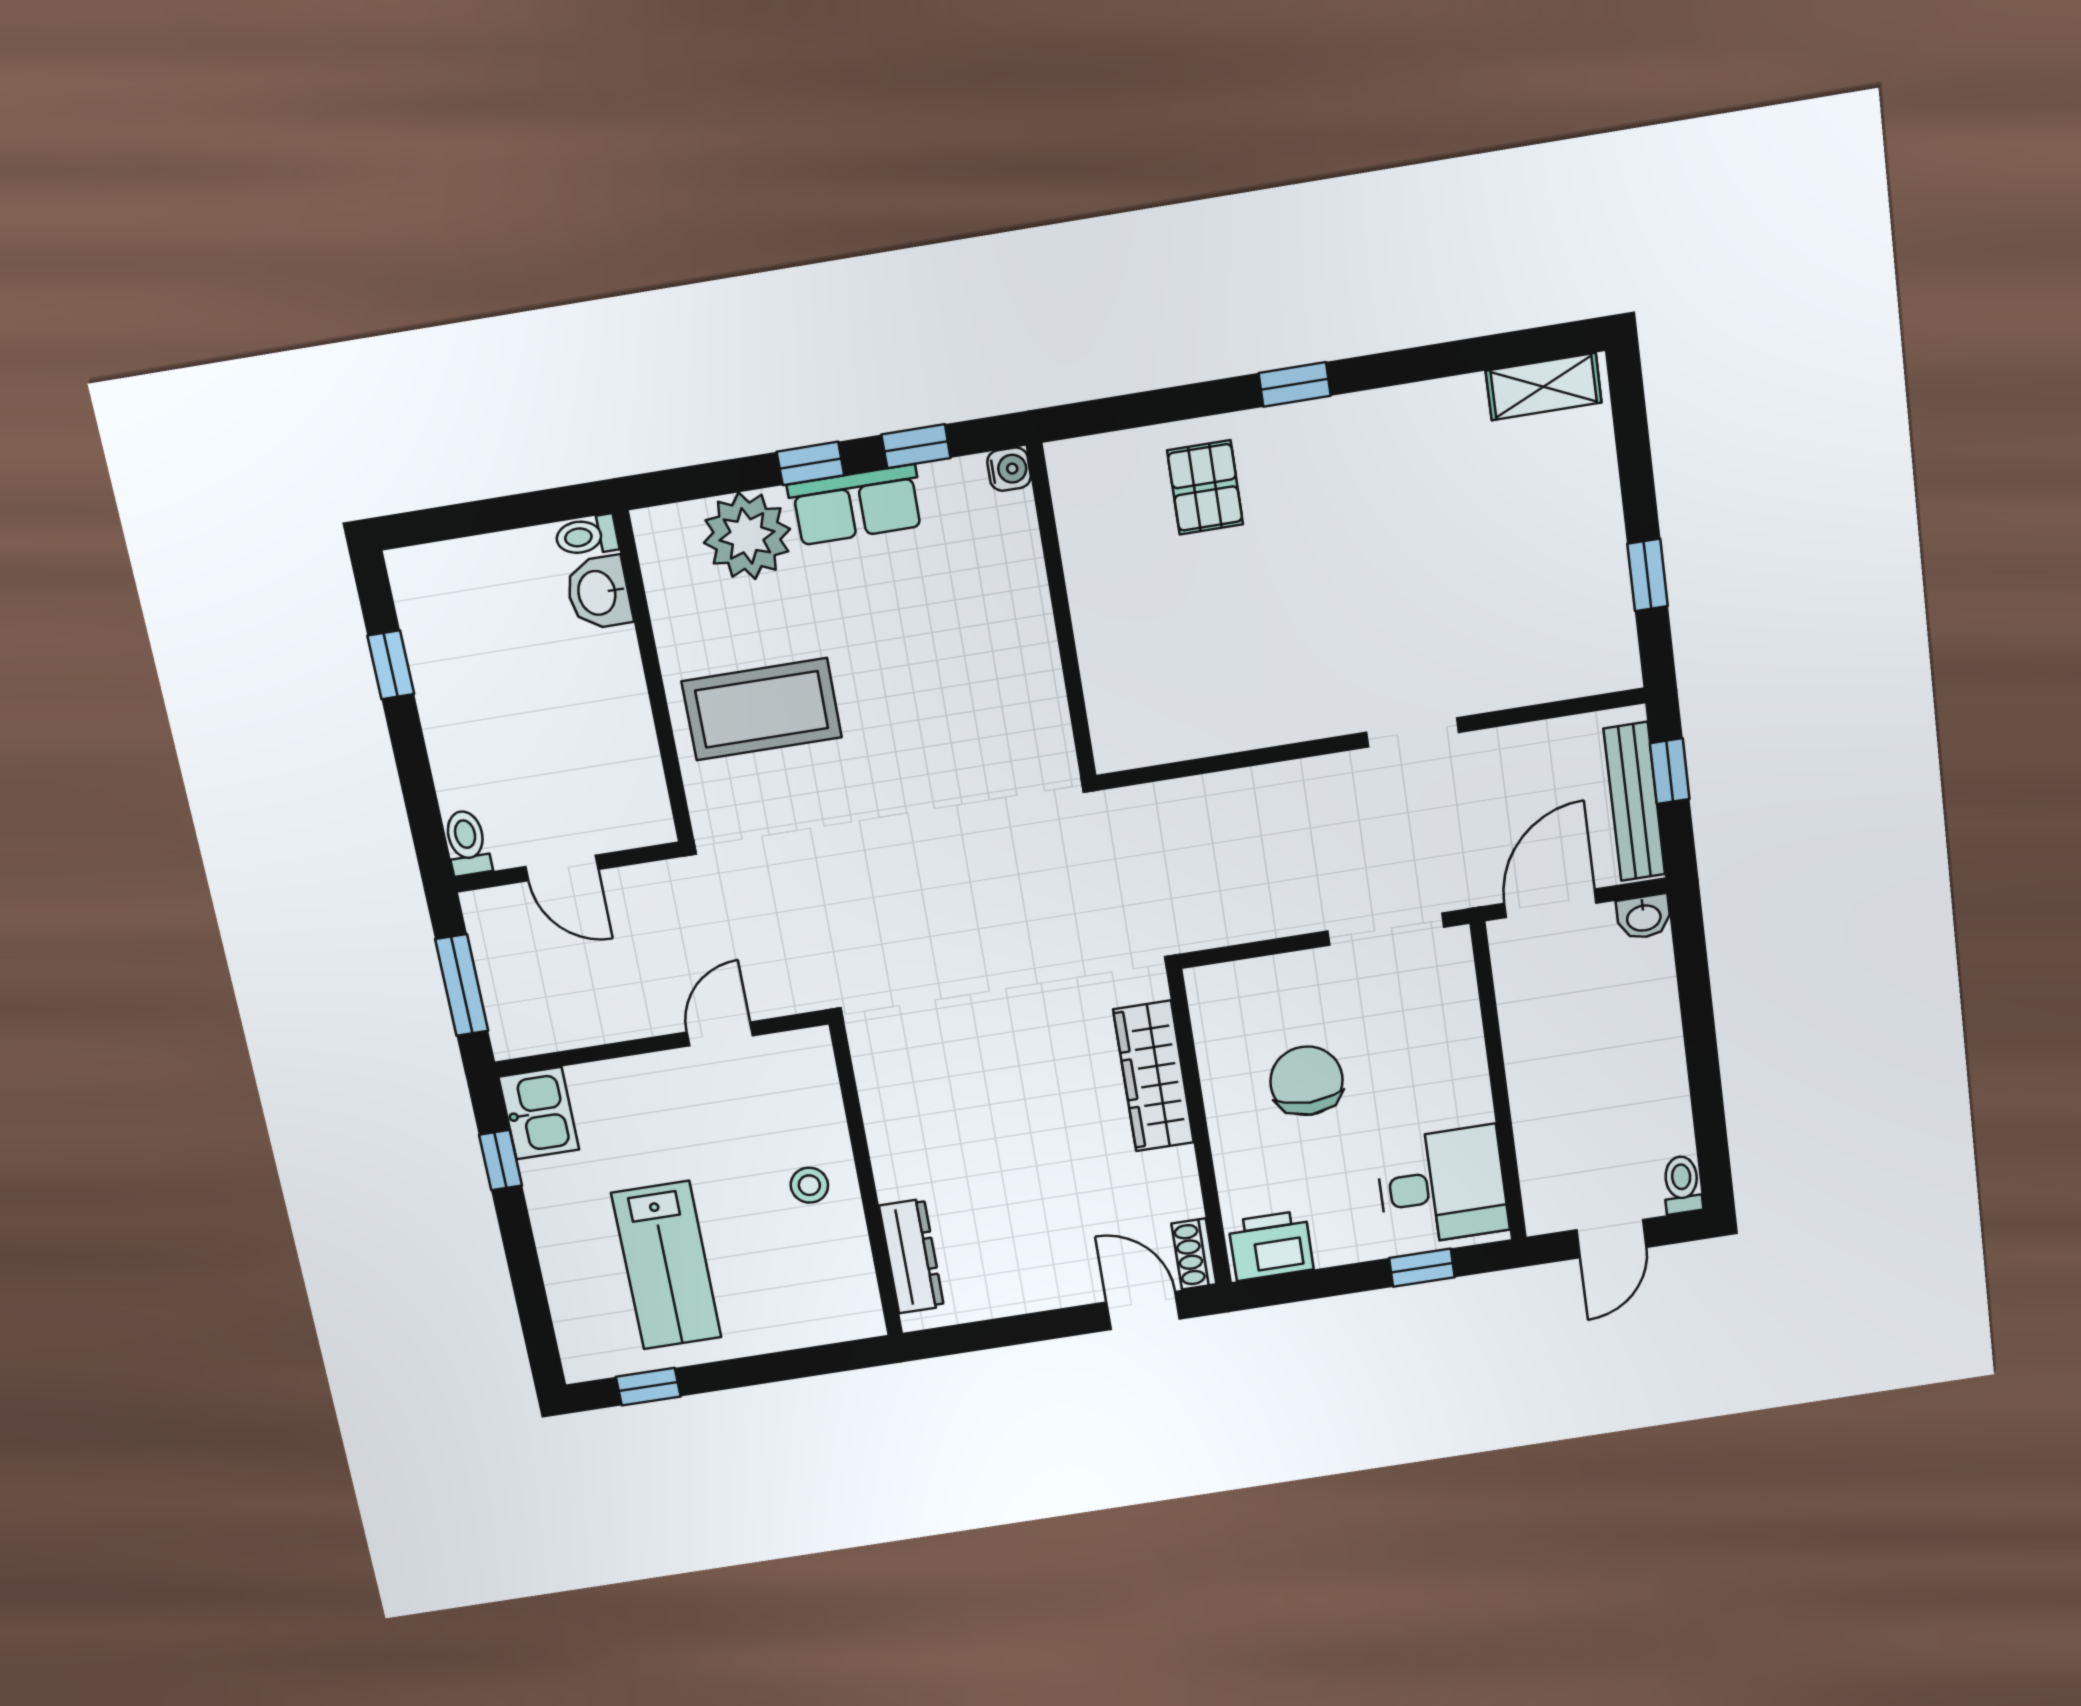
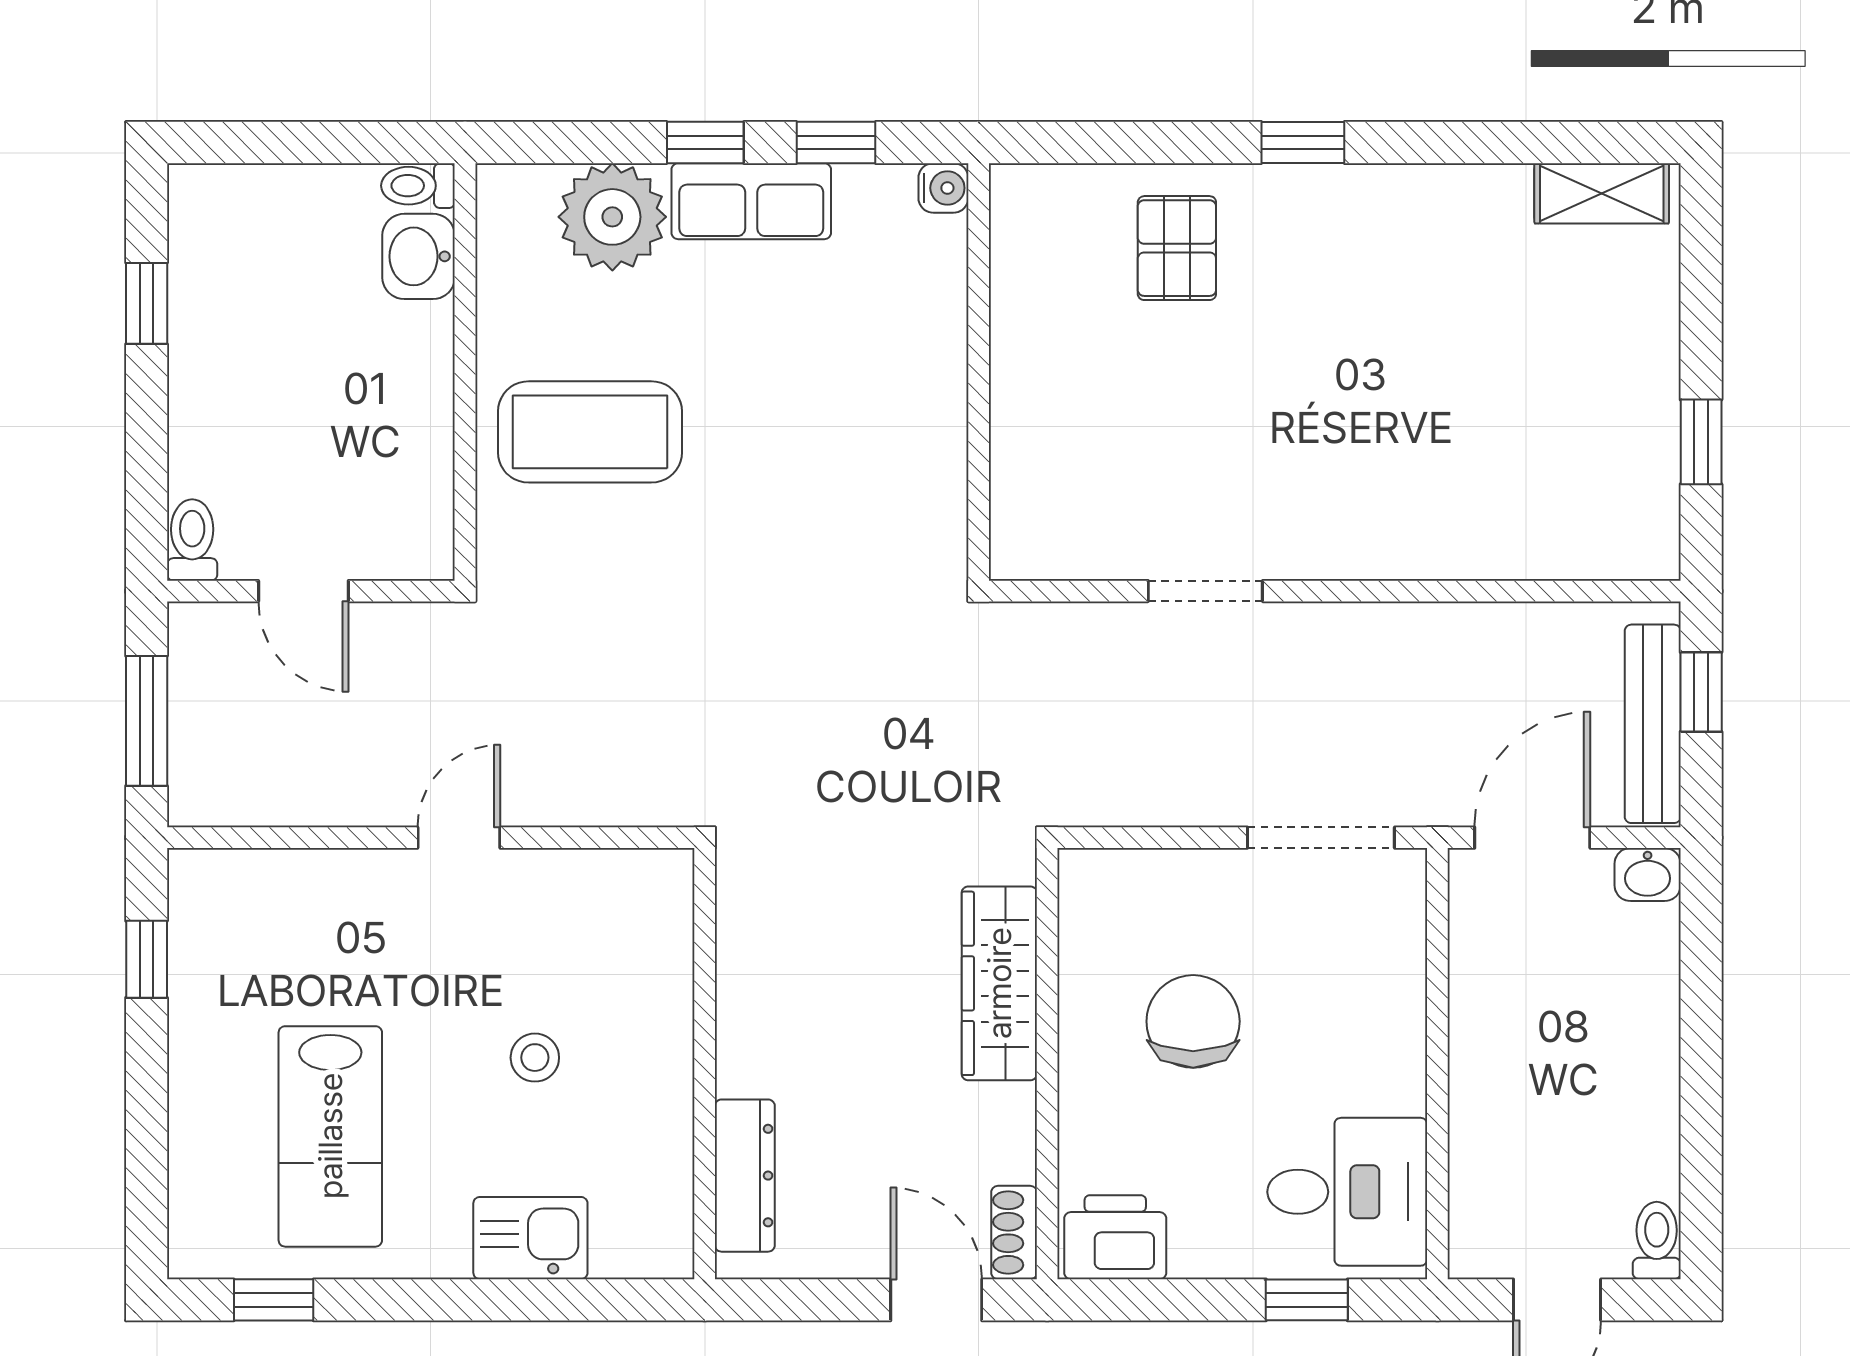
doorway: (1412, 732) -> (1205, 591), moved
kitchen sink: (539, 1113) -> (530, 1238), moved, turned -90
wall: (866, 1181) -> (705, 1064), moved
dresser: (912, 1256) -> (745, 1176), moved

